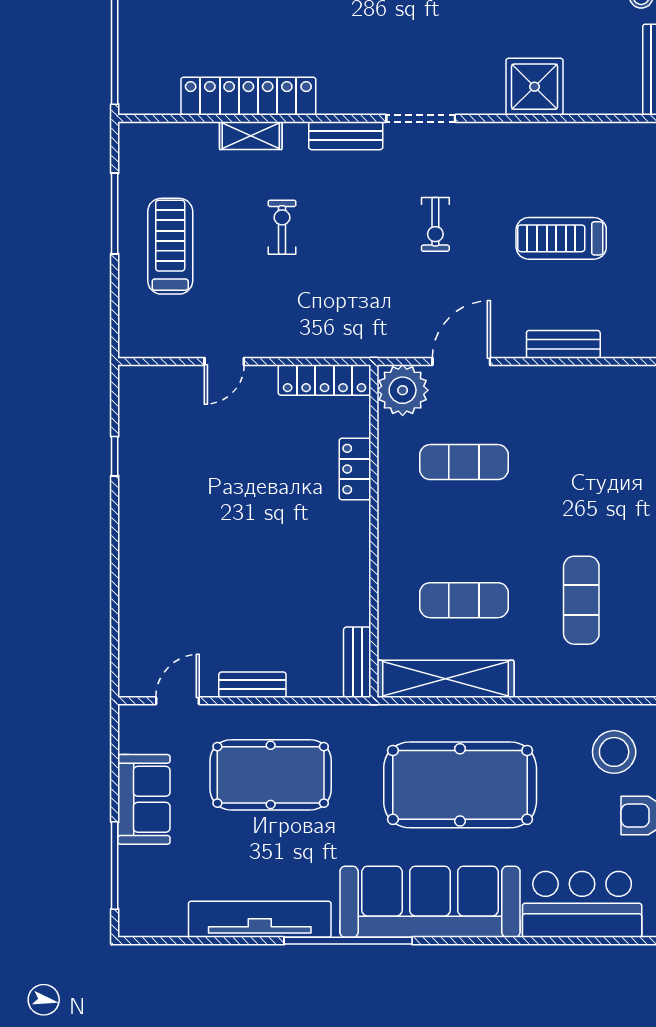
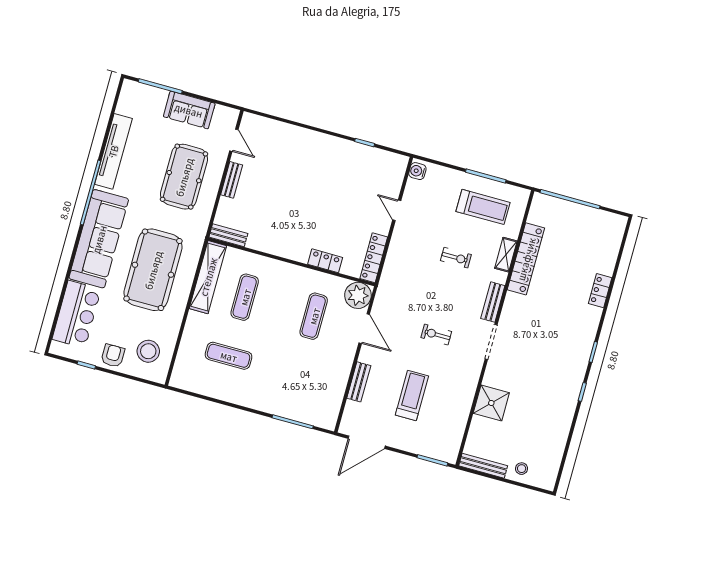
treadmill: (170, 246) -> (483, 207), moved
water cooler: (141, 343) -> (417, 171), added

